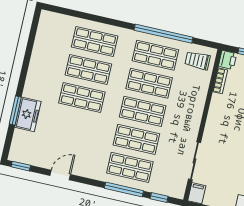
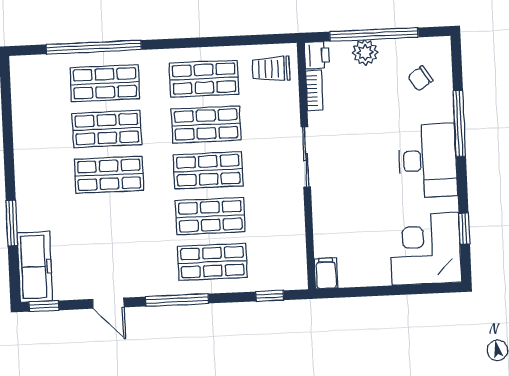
window: (163, 34) -> (94, 47), moved
freezer: (28, 114) -> (35, 267), moved, width x1.40
sliding door: (194, 161) -> (306, 157), moved
door: (60, 175) -> (108, 303), swing flipped
window: (124, 189) -> (177, 300), moved

